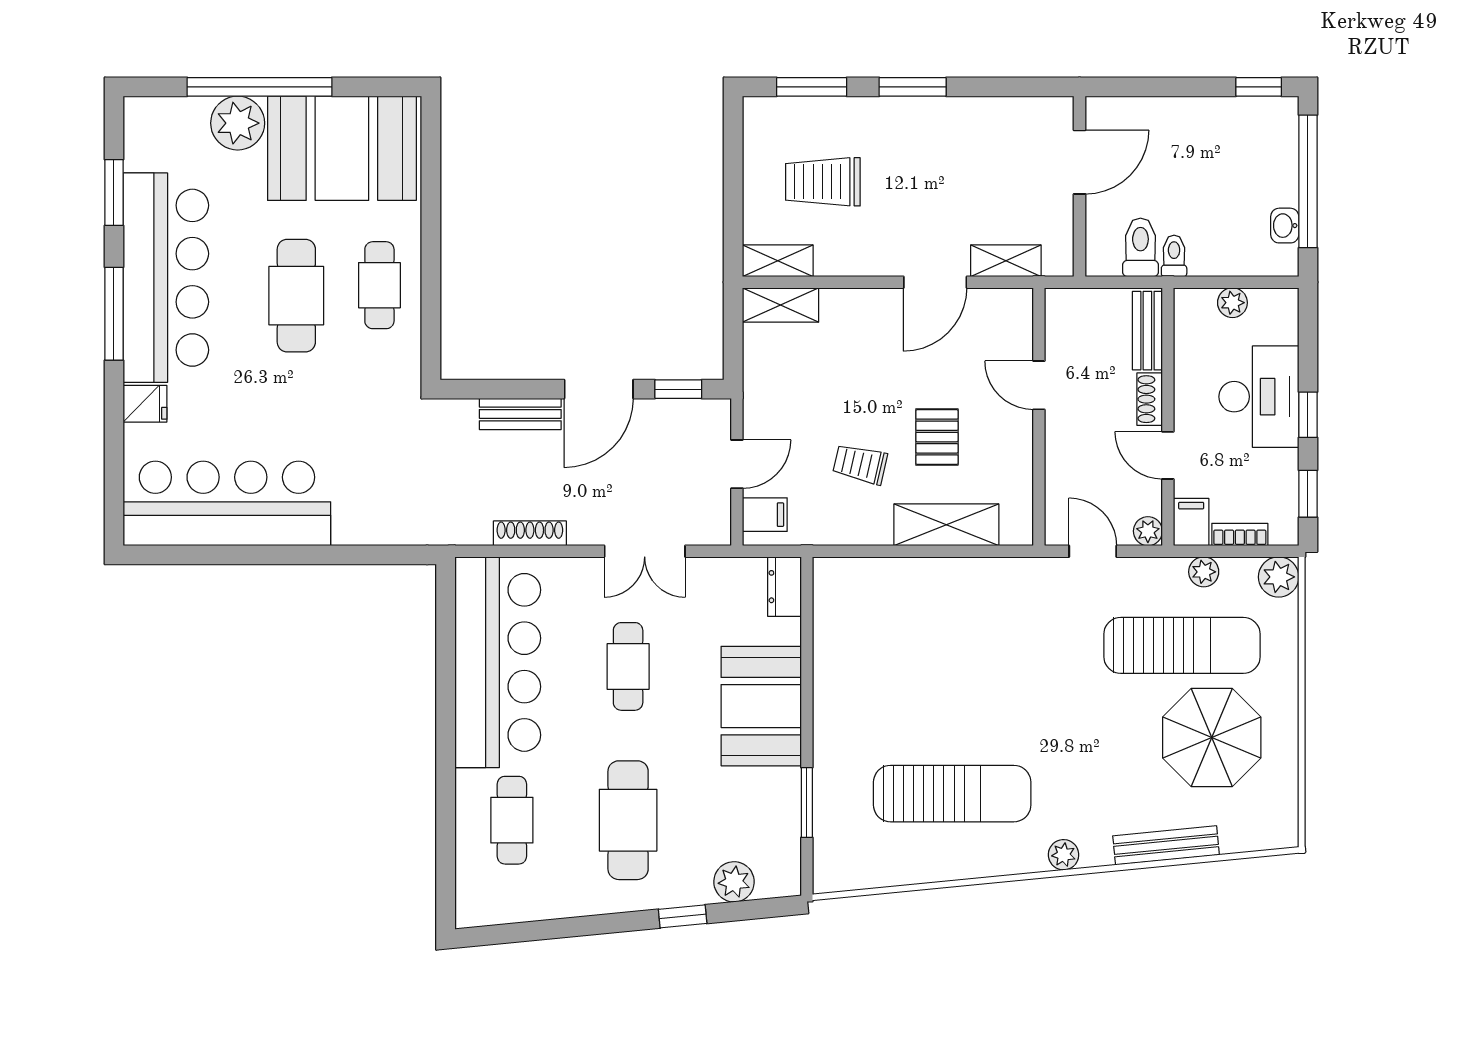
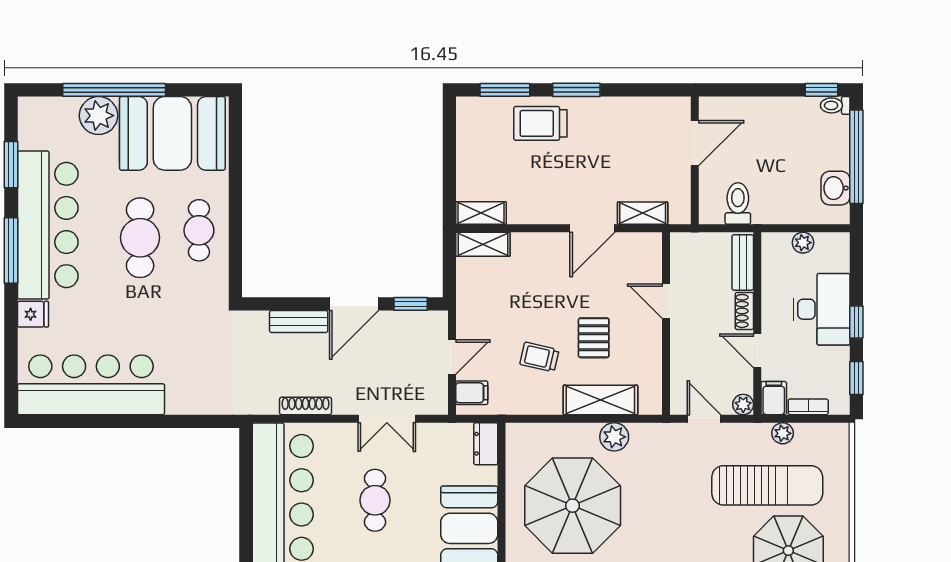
trolley: (823, 182) -> (540, 123), moved
washbasin: (1285, 226) -> (836, 188), width x1.38, depth x1.45
toilet: (1174, 256) -> (835, 105), moved, turned -90
plant: (1279, 577) -> (614, 437), moved
parasol: (907, 674) -> (573, 506), added

